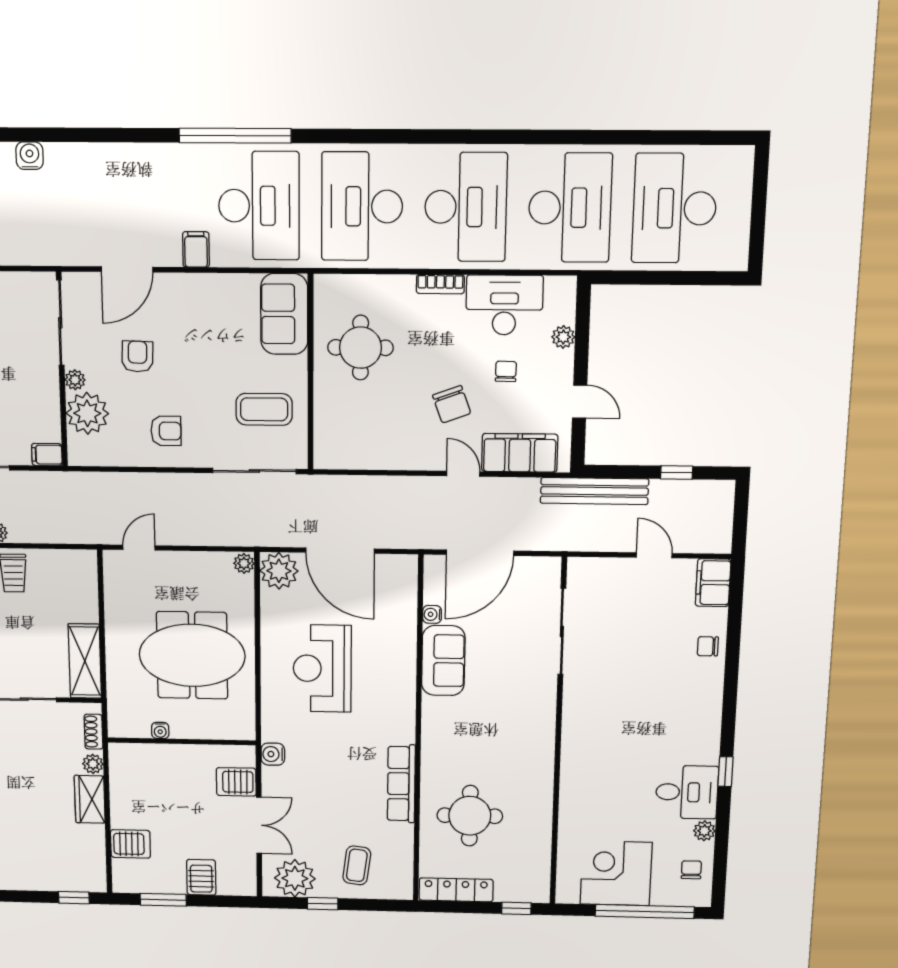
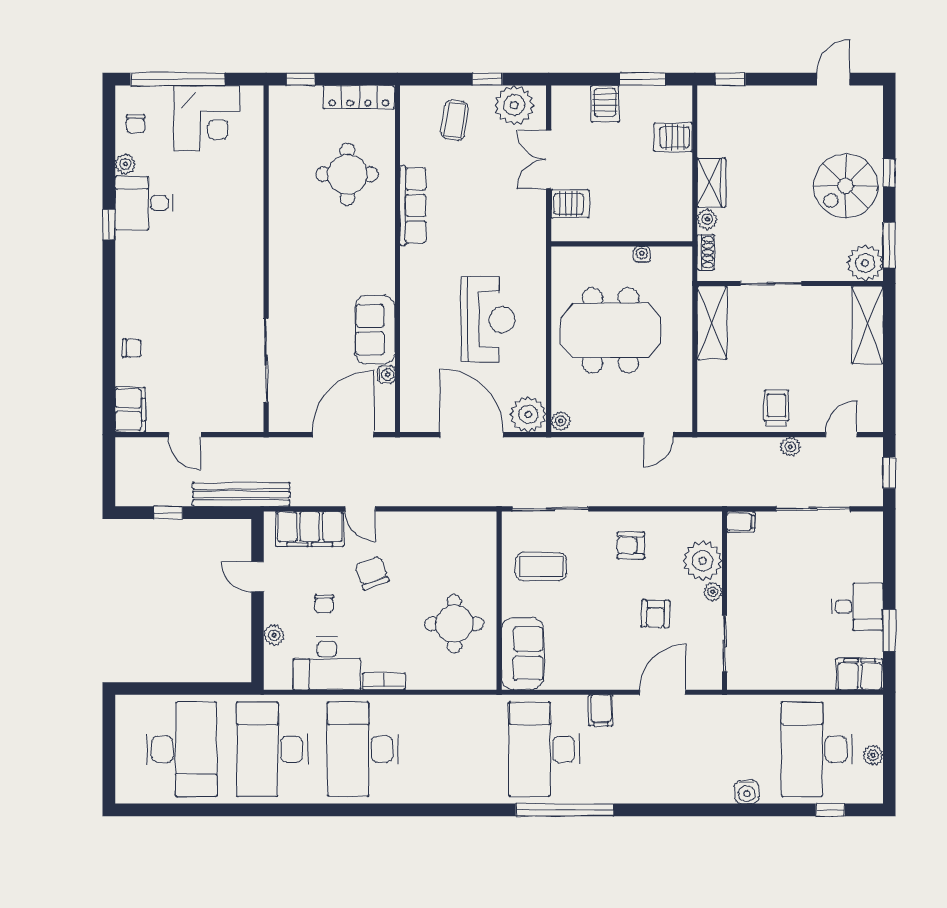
desk: (362, 206) -> (454, 749), removed
sliding door: (60, 323) -> (724, 644), width x0.73
water cooler: (273, 754) -> (535, 233), removed

